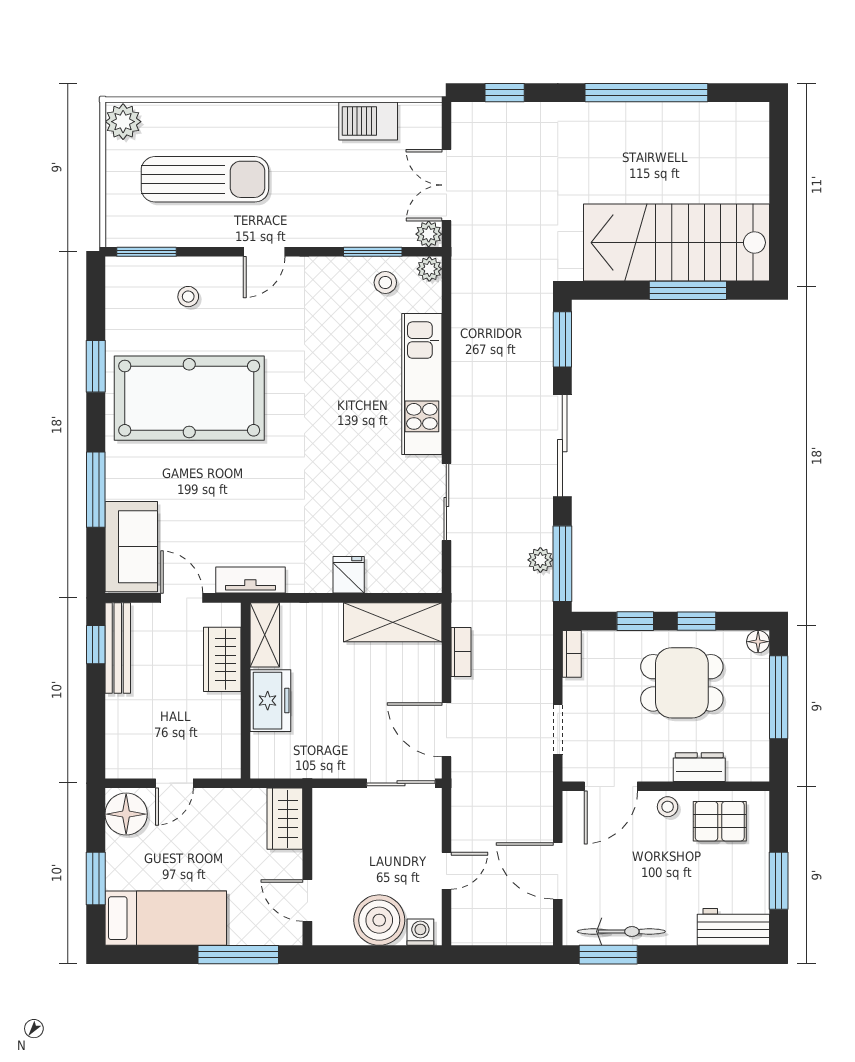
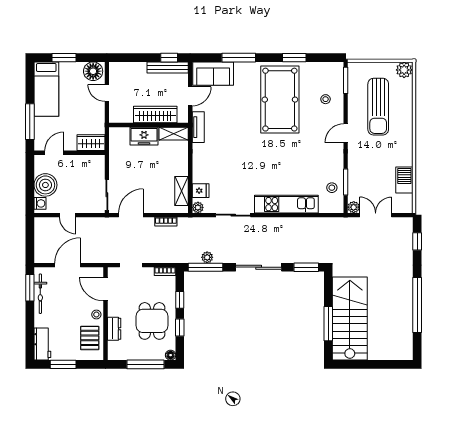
door: (264, 252) -> (346, 133), hinge flipped
plant: (429, 269) -> (198, 207), moved
fridge: (349, 575) -> (201, 191), moved
shelving: (393, 622) -> (181, 191), width x0.67, depth x0.75
wardrobe: (222, 659) -> (155, 114), width x1.50

